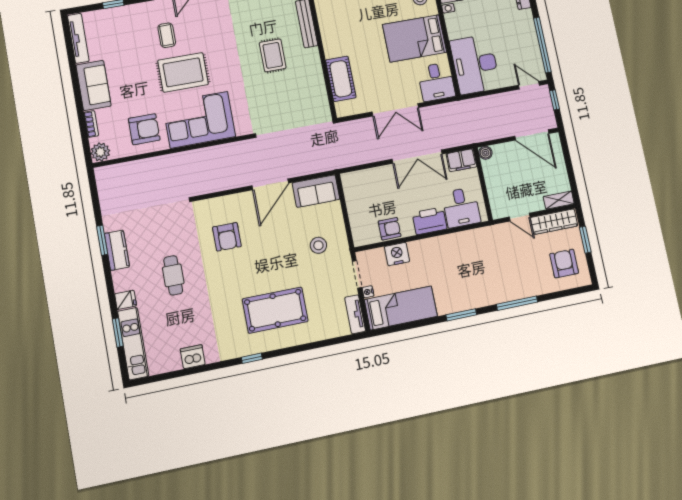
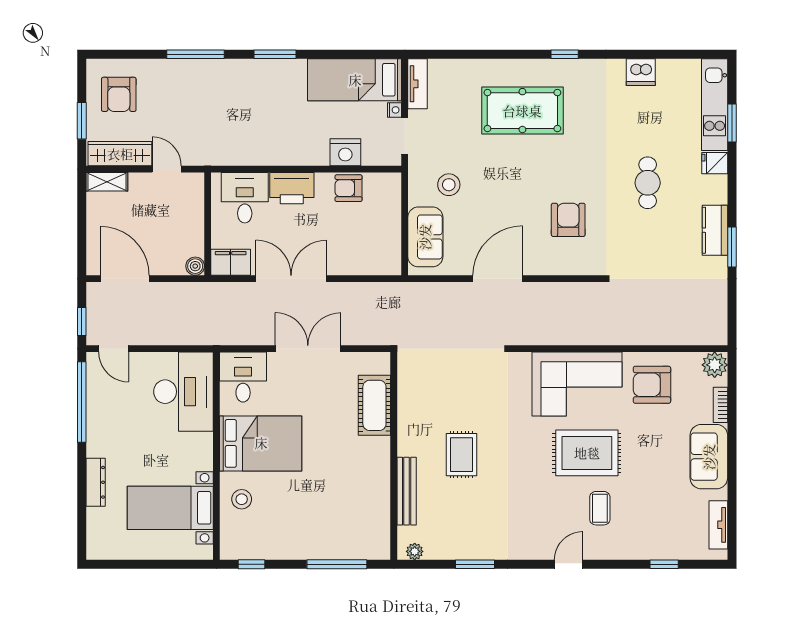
tv unit: (78, 38) -> (718, 525), width x0.71
sofa: (316, 191) -> (425, 237), moved, turned 90

